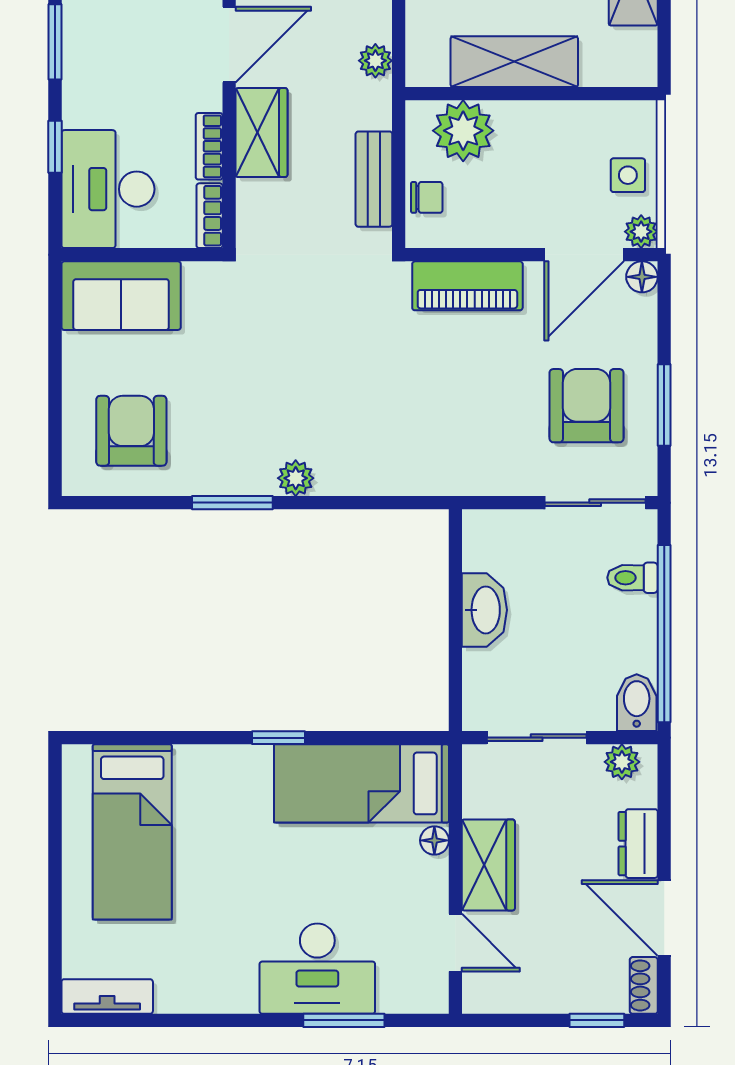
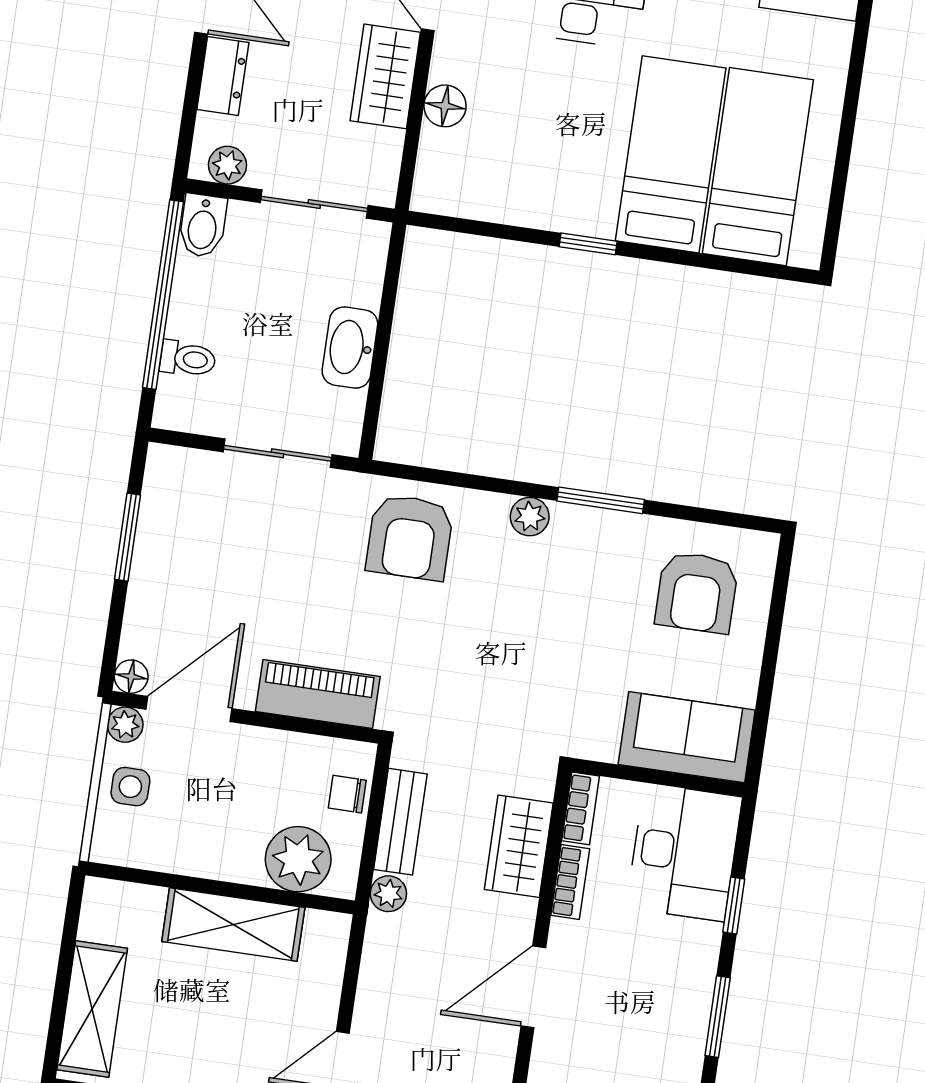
plant: (375, 61) -> (388, 894), moved
wardrobe: (261, 133) -> (519, 846), moved
armchair: (587, 406) -> (410, 537), moved
sliding door: (595, 503) -> (278, 453), moved
bed: (361, 783) -> (671, 154), moved, turned -90
floor lamp: (434, 840) -> (445, 106), width x1.37, depth x1.37

